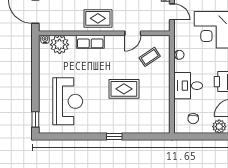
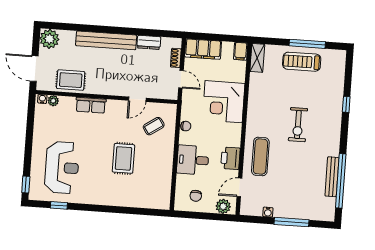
rug: (98, 18) -> (71, 80), moved
plant: (60, 45) -> (53, 101), width x0.53, depth x0.53
rug: (124, 89) -> (123, 158), turned 90
window: (114, 137) -> (59, 205), moved

